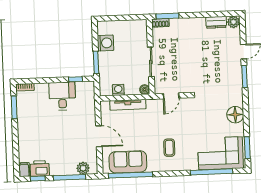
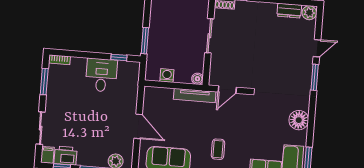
washing machine: (105, 43) -> (159, 20), removed
sliding door: (151, 62) -> (209, 36), moved
tv unit: (128, 105) -> (195, 95), moved
sliding door: (16, 147) -> (41, 128), added

